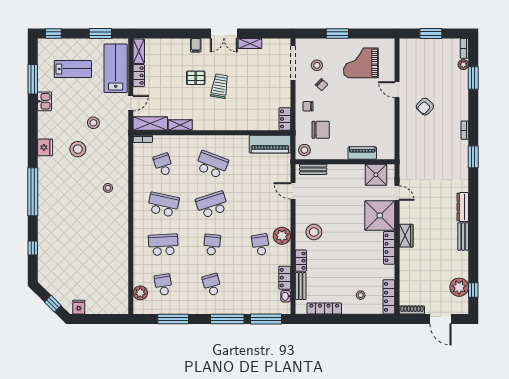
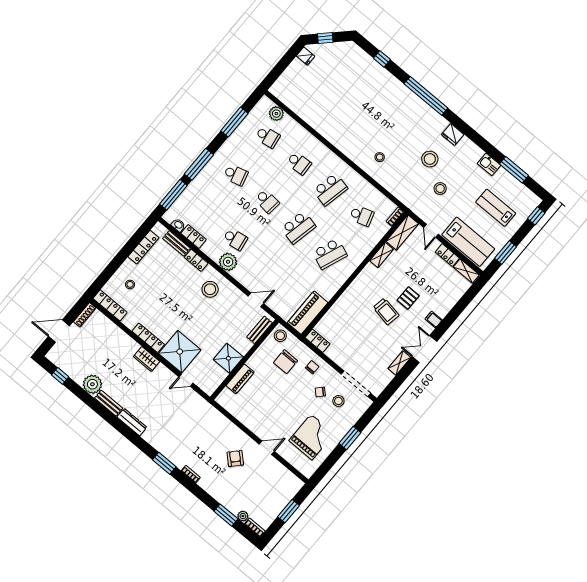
lab bench: (73, 69) -> (496, 208), turned 90
shower: (376, 175) -> (228, 358), moved
school desk: (212, 205) -> (298, 227), turned 30
school desk: (163, 245) -> (299, 163), width x0.54
plant: (459, 287) -> (92, 384), moved

